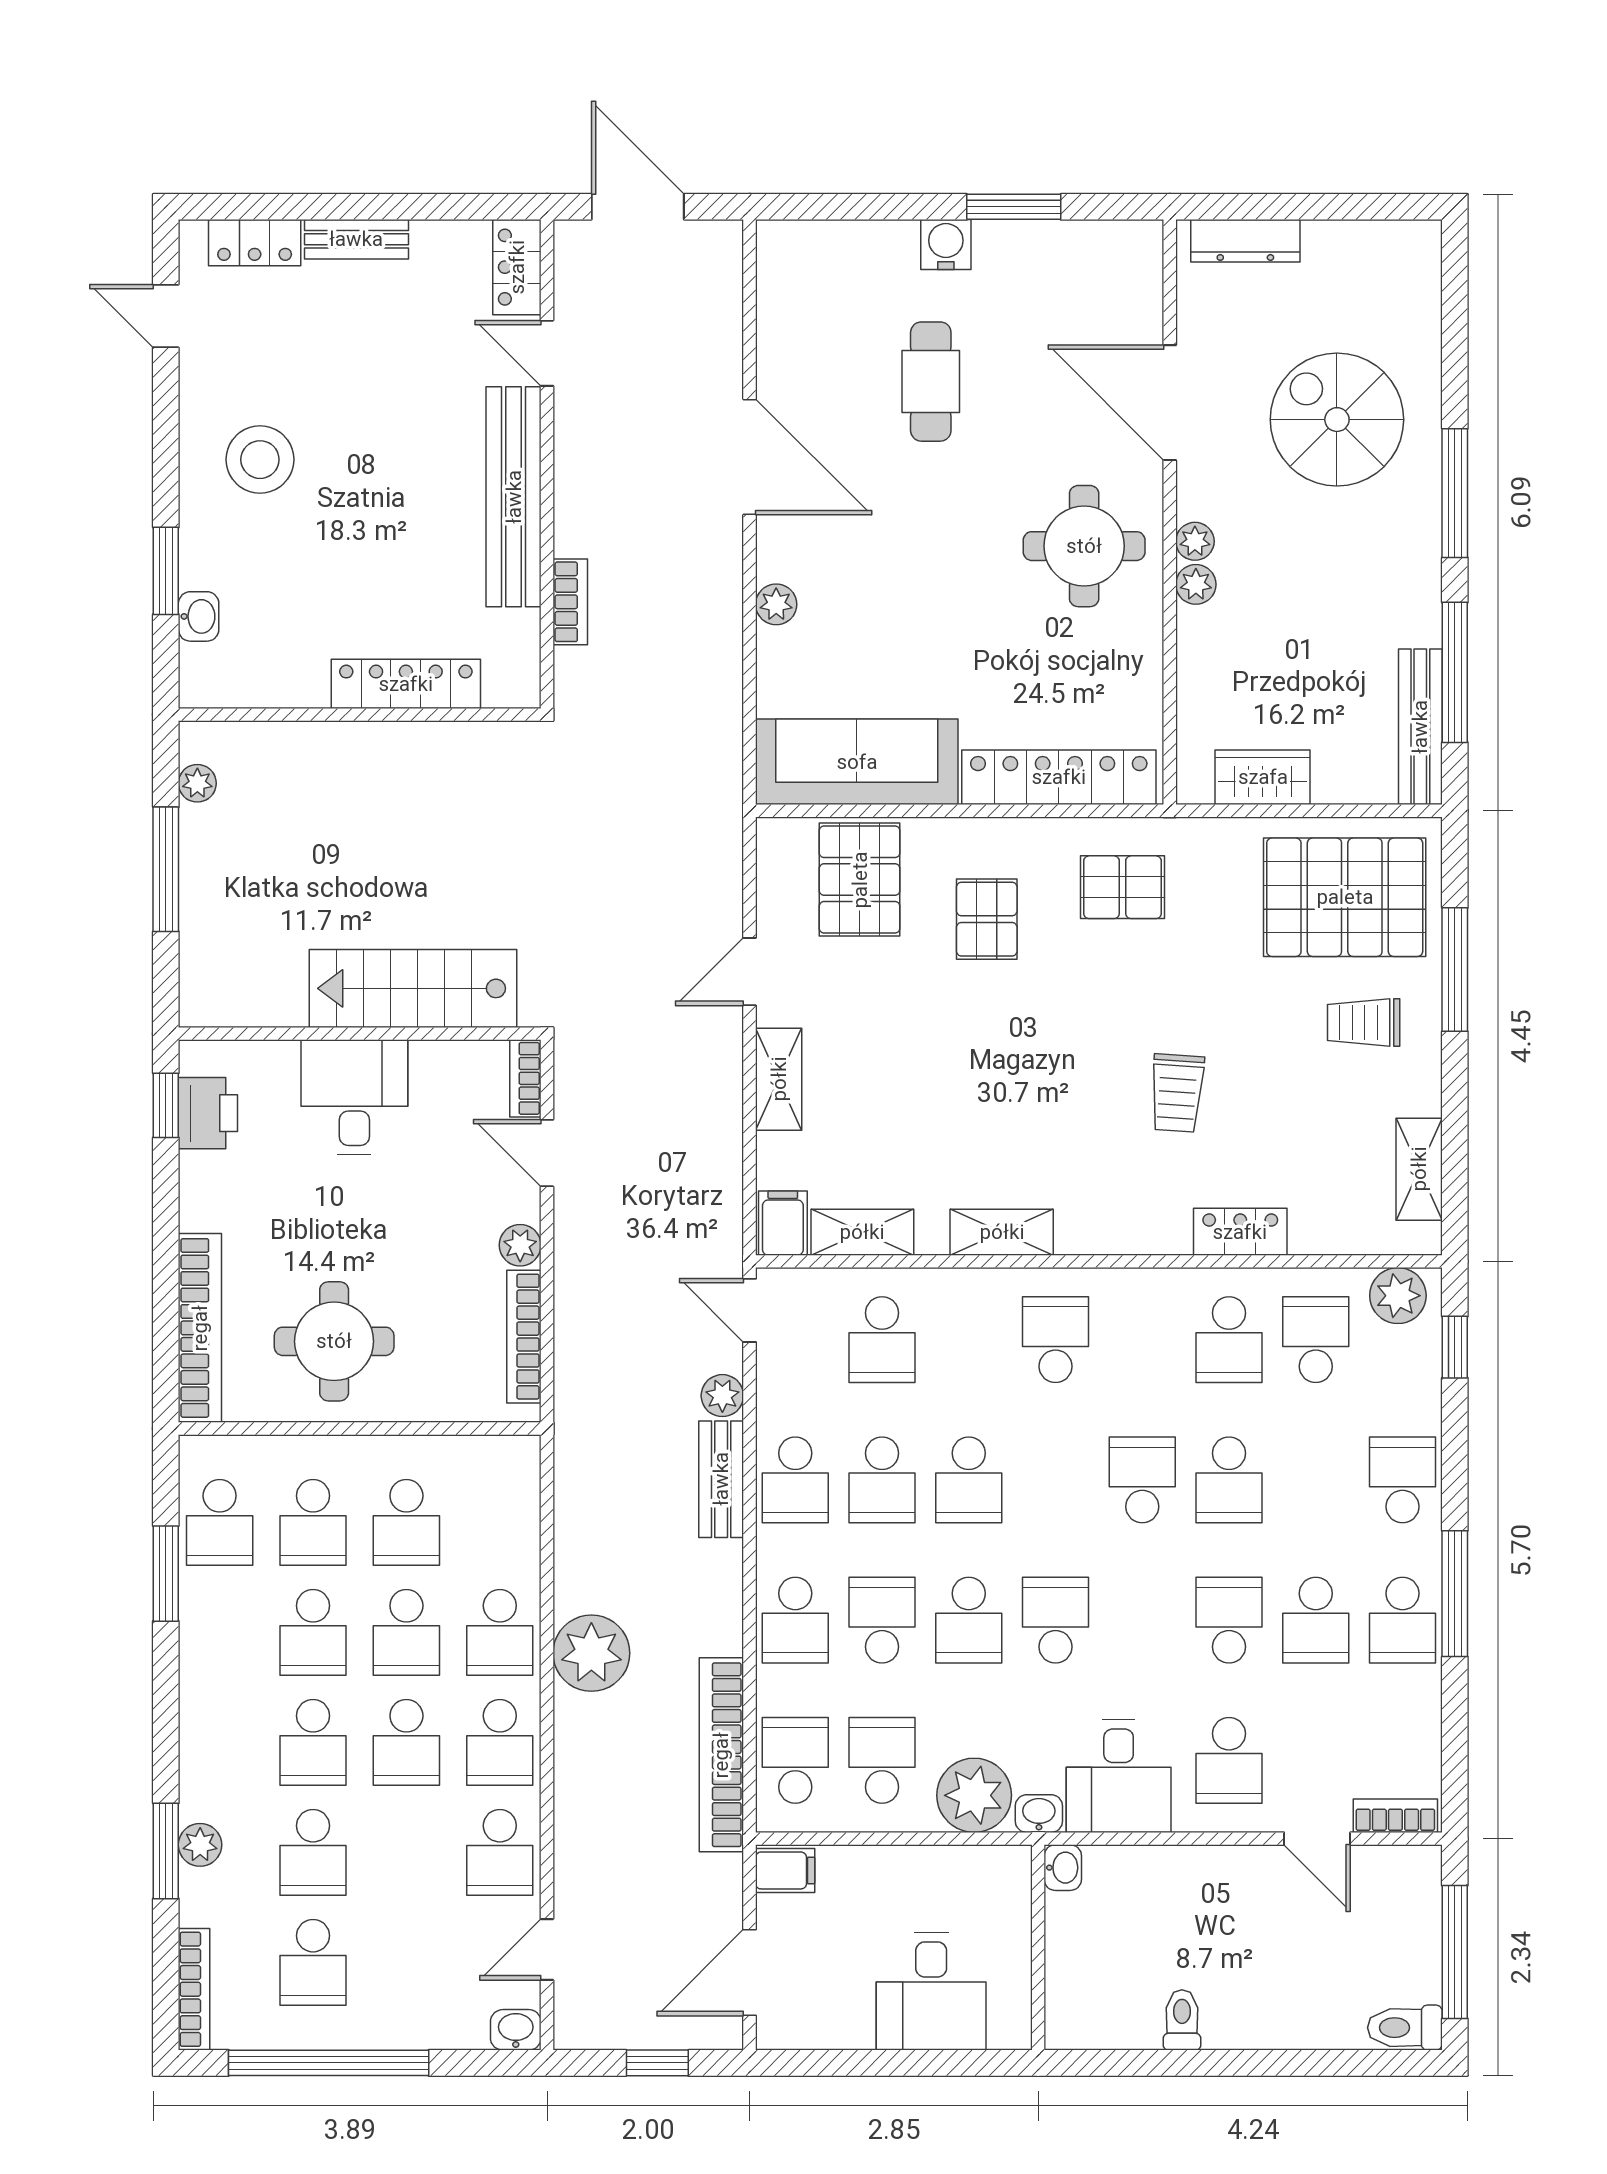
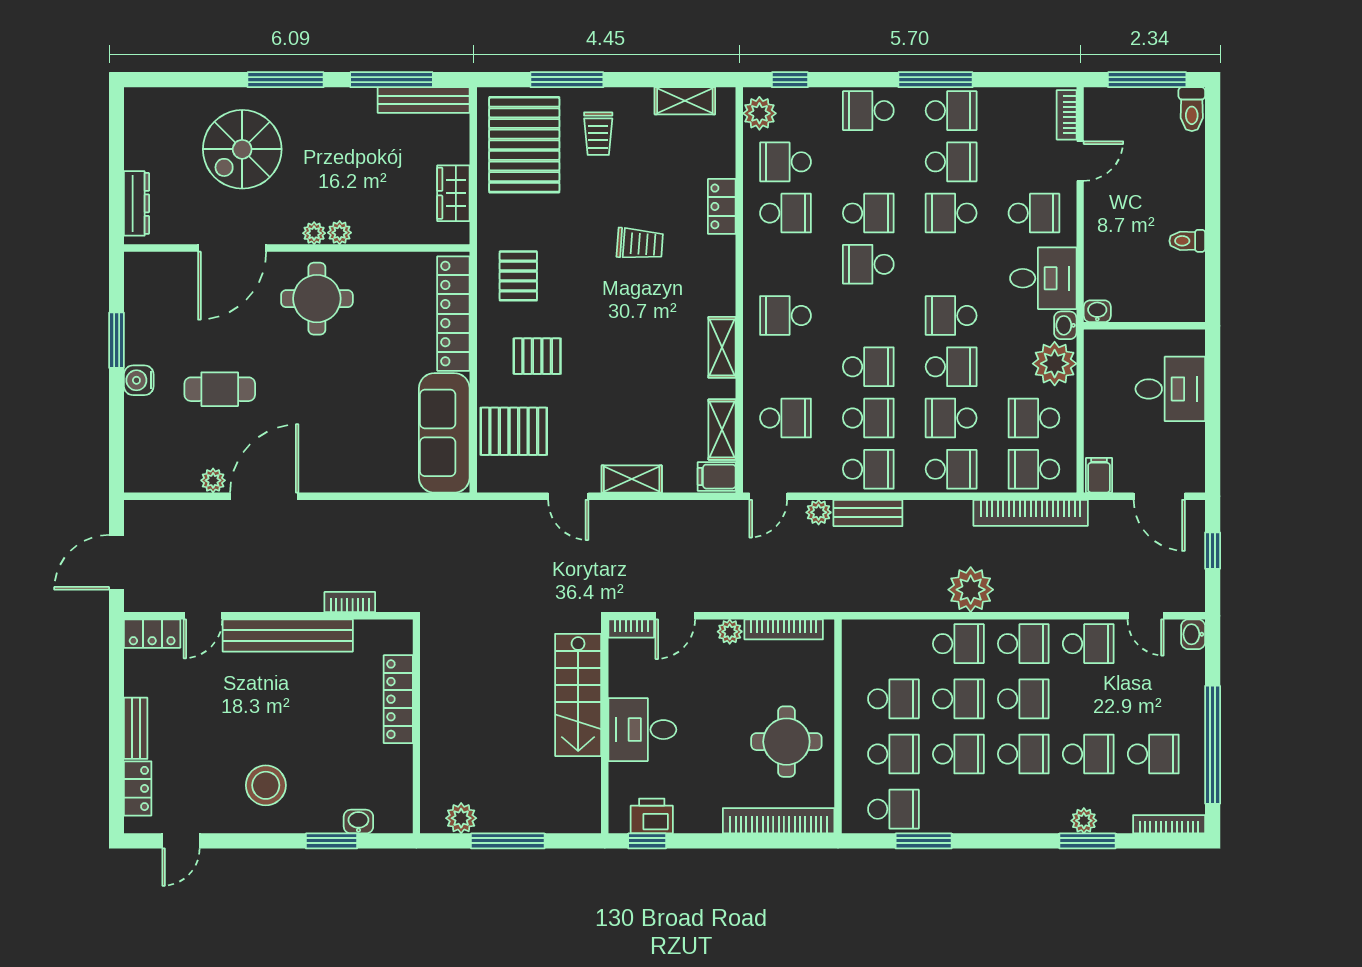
plant: (776, 604) -> (213, 480), moved
plant: (197, 783) -> (461, 818), width x1.38, depth x1.38

